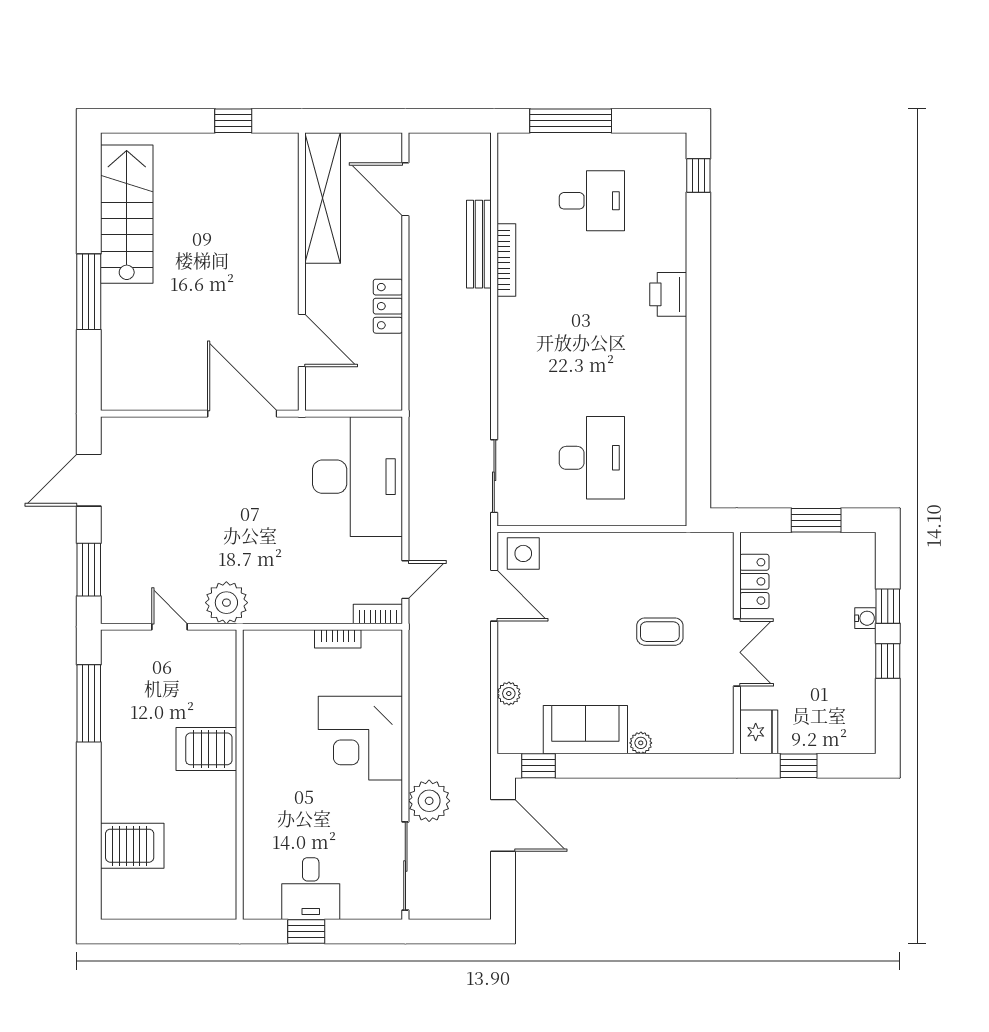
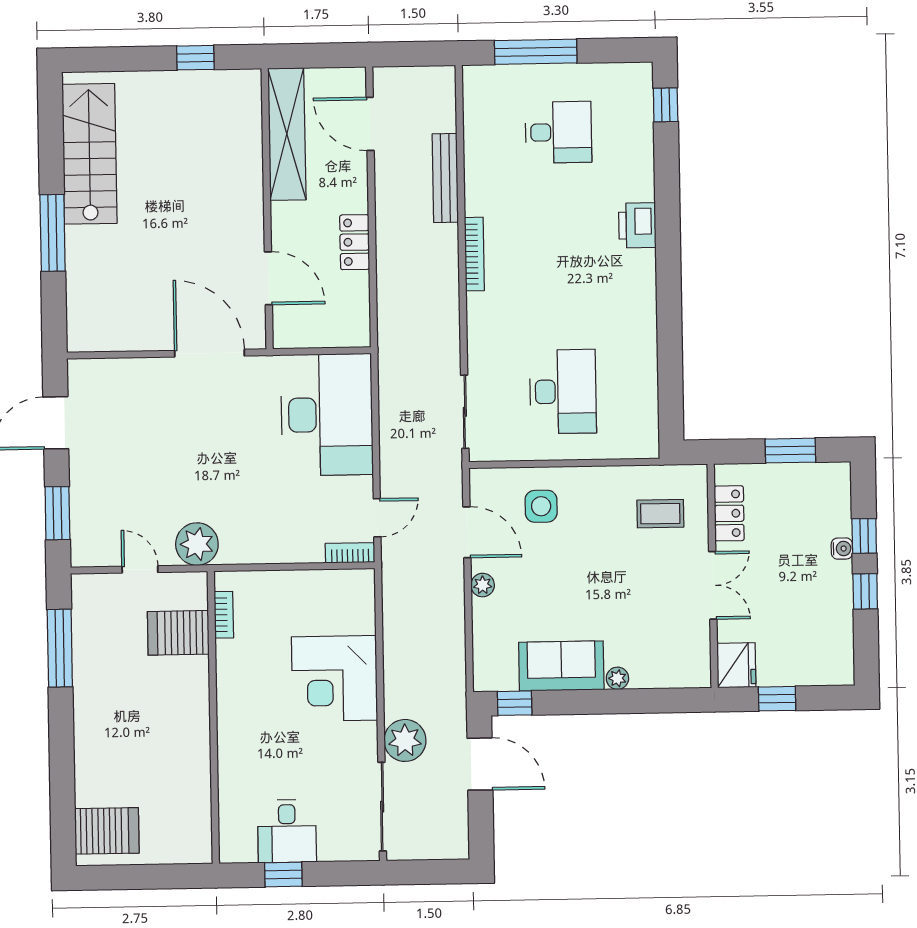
bookcase: (506, 260) -> (474, 254), moved
side table: (523, 553) -> (541, 506), moved
coffee table: (660, 632) -> (660, 514), moved
bookcase: (338, 639) -> (224, 615), moved, turned -90
plant: (509, 694) -> (483, 585), moved
server rack: (206, 749) -> (178, 633), moved
server rack: (132, 846) -> (107, 831), moved

